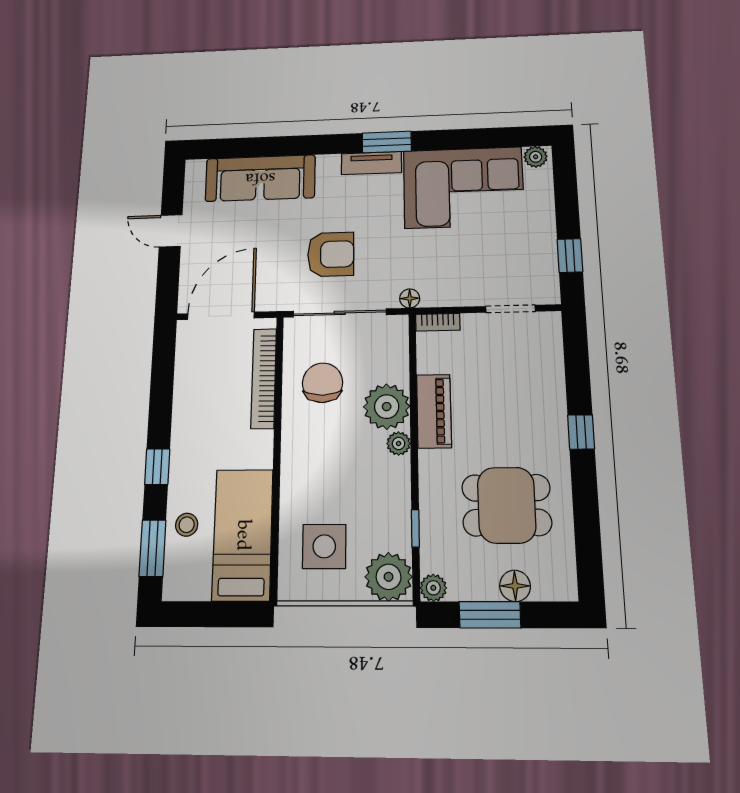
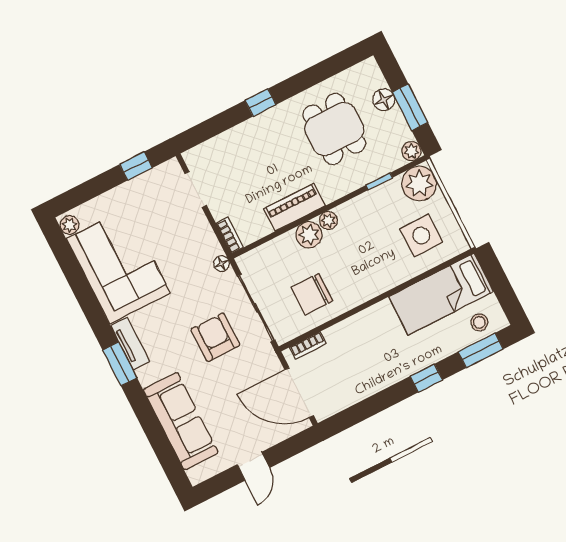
window: (387, 142) -> (120, 364), moved
bookcase: (264, 378) -> (308, 345), width x0.43, depth x0.76
plant: (387, 407) -> (309, 235), width x0.73, depth x0.73
stool: (187, 525) -> (479, 322), moved

